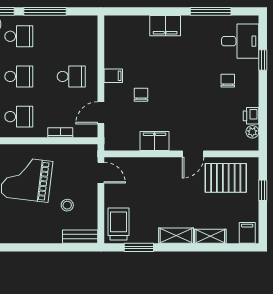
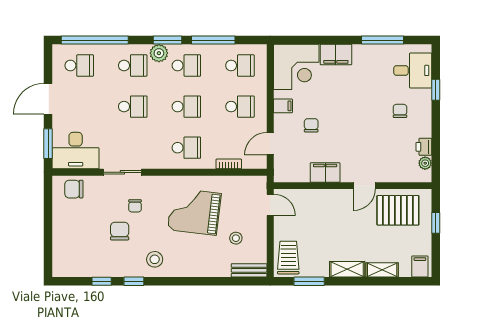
school desk: (71, 36) -> (240, 65), added
corner desk: (126, 38) -> (296, 67), added

